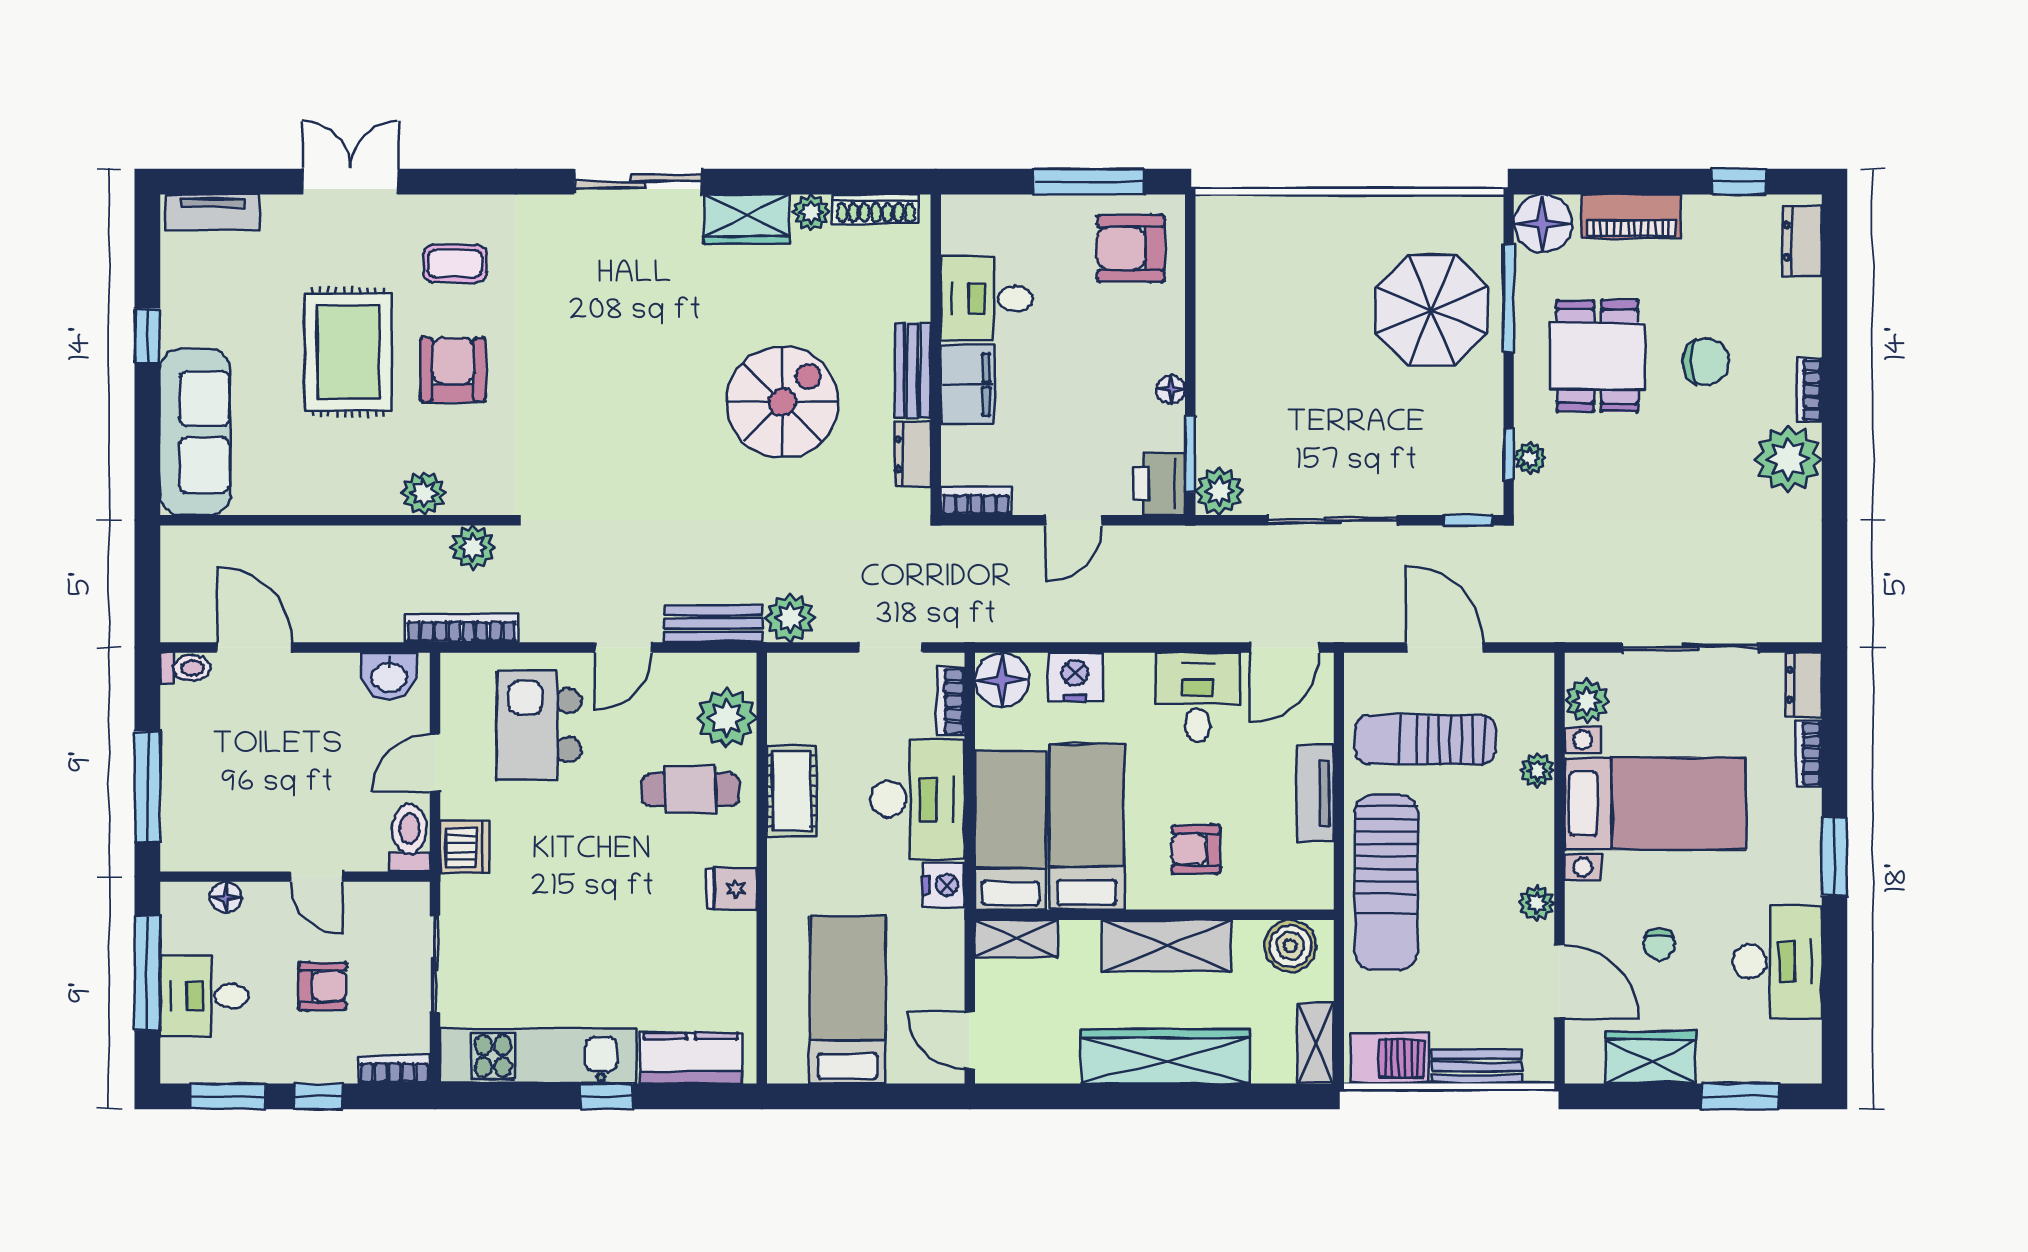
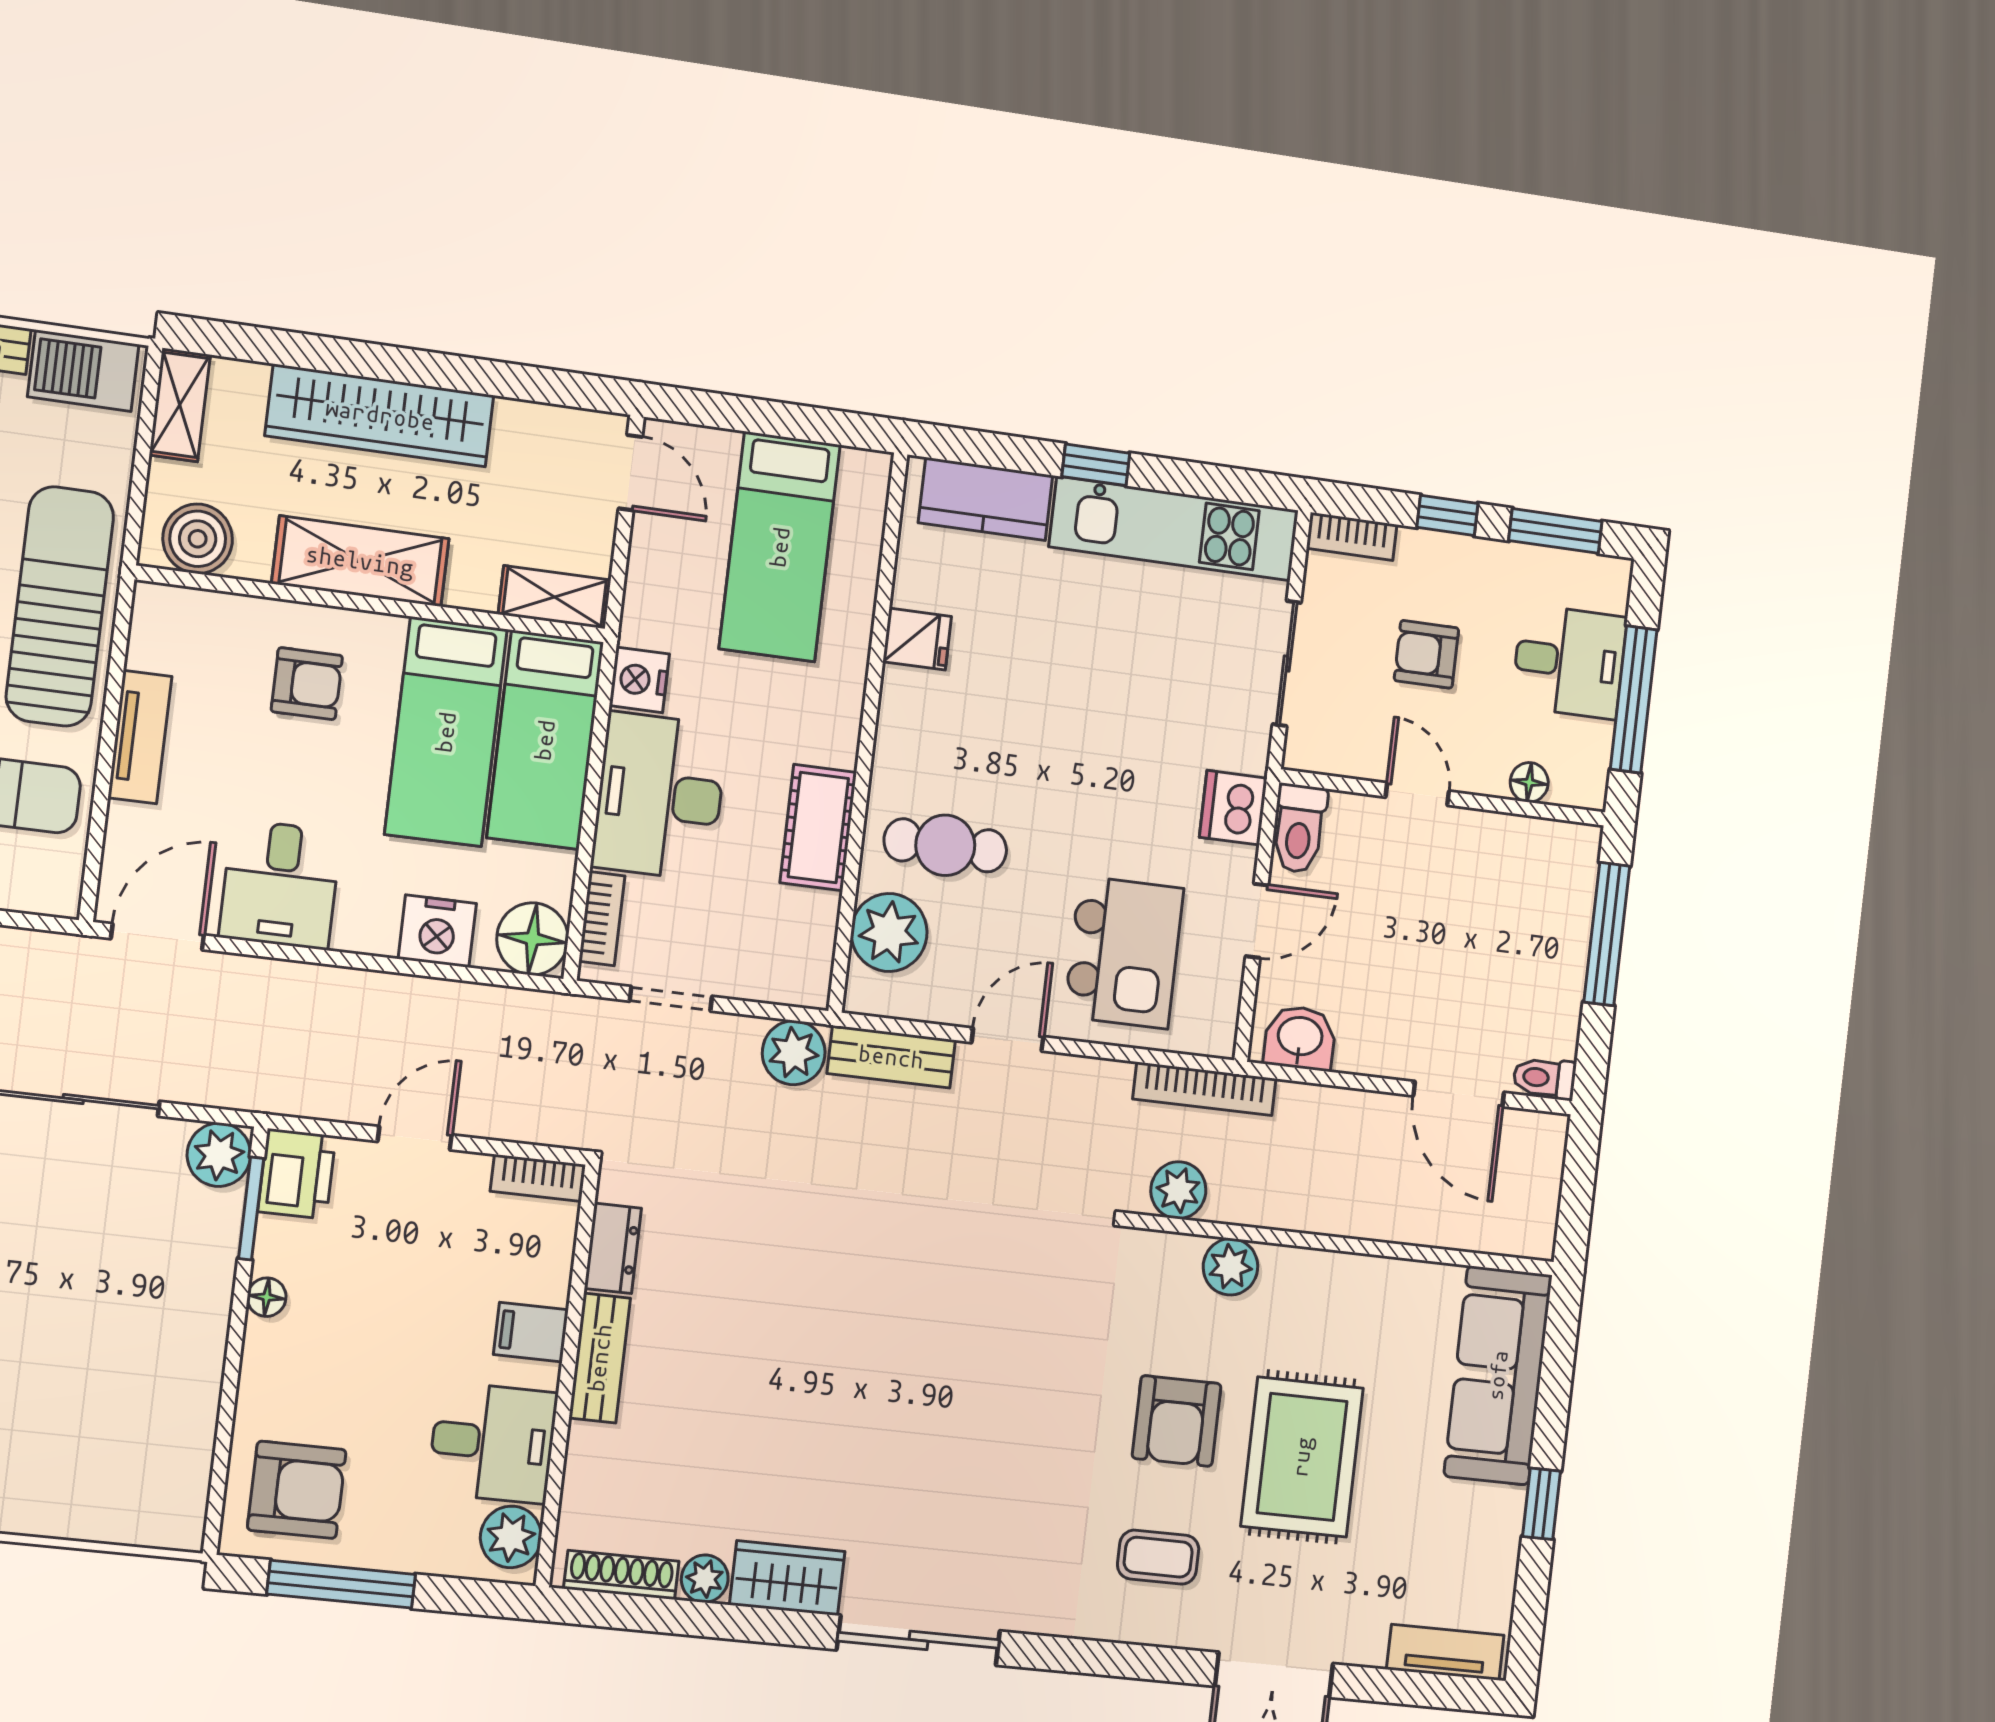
plant: (964, 229) -> (511, 1537), added
filing cabinet: (967, 385) -> (531, 1332), width x0.50
spiral stairs: (782, 402) -> (770, 1335), removed
fridge: (732, 889) -> (917, 639), moved

